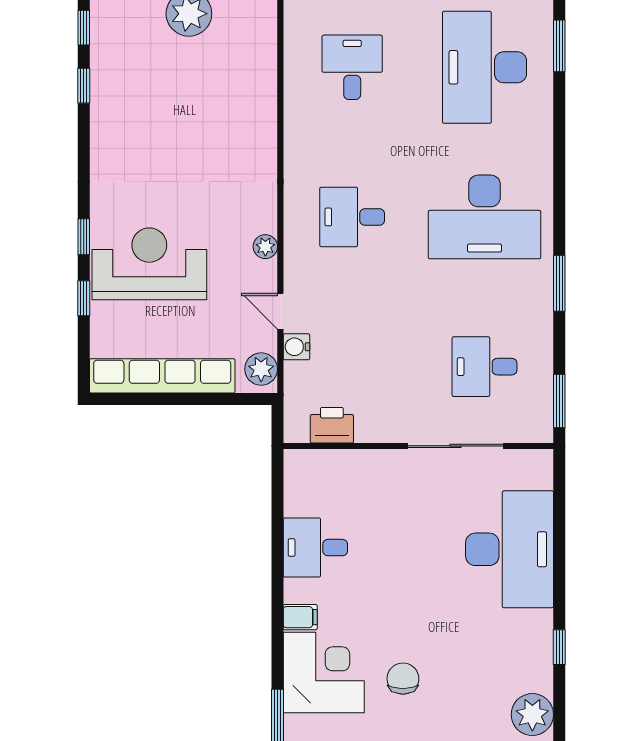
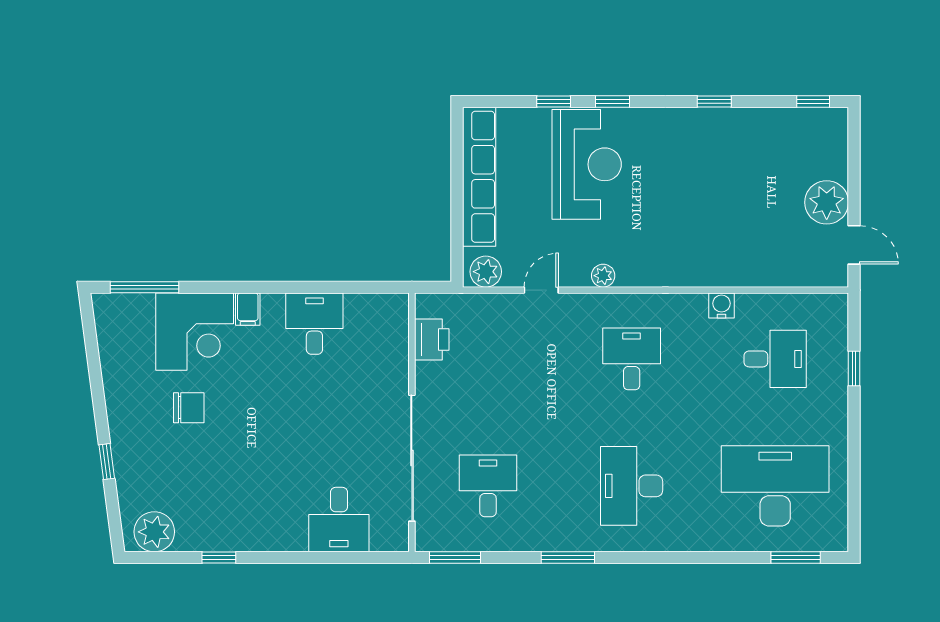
window: (84, 86) -> (714, 101), moved
desk: (485, 217) -> (632, 486), width x0.73, depth x0.77
water cooler: (296, 347) -> (722, 305), moved
sliding door: (455, 446) -> (412, 458), width x1.36
desk: (510, 549) -> (339, 520), width x0.53, depth x0.77

